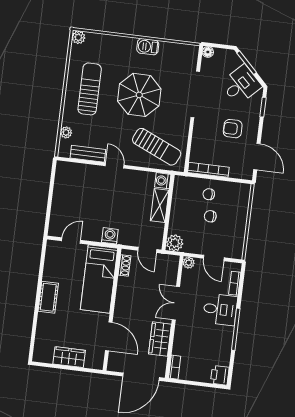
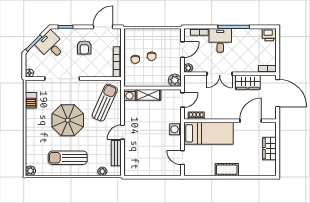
barbecue: (148, 47) -> (31, 100), moved

